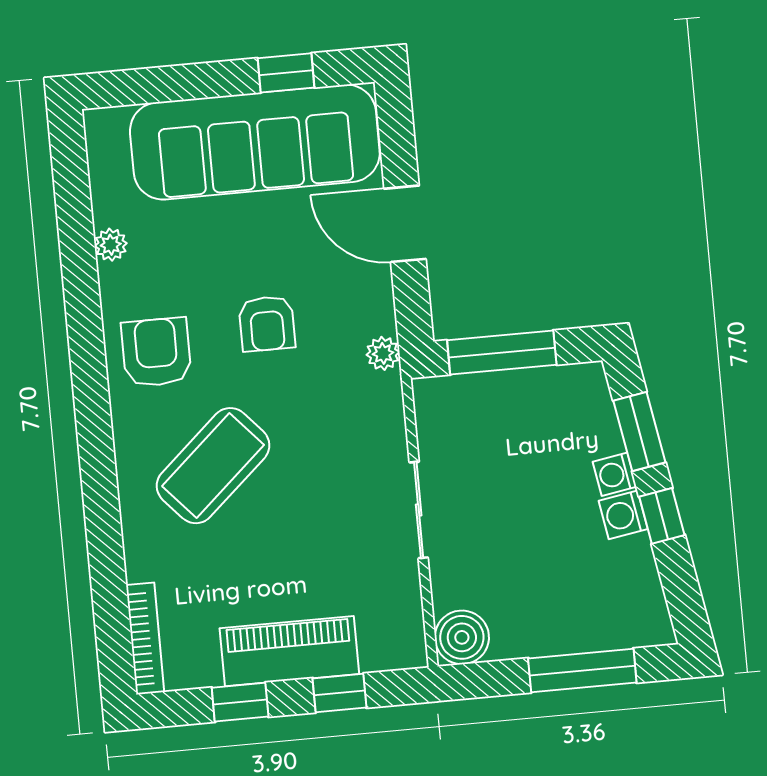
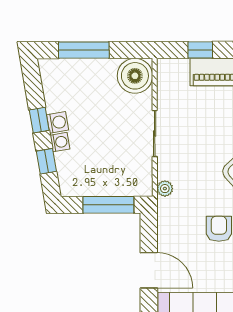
plant: (383, 353) -> (165, 189), moved
window: (639, 432) -> (46, 161), width x0.67
boiler: (462, 637) -> (135, 76), width x1.37, depth x1.37

